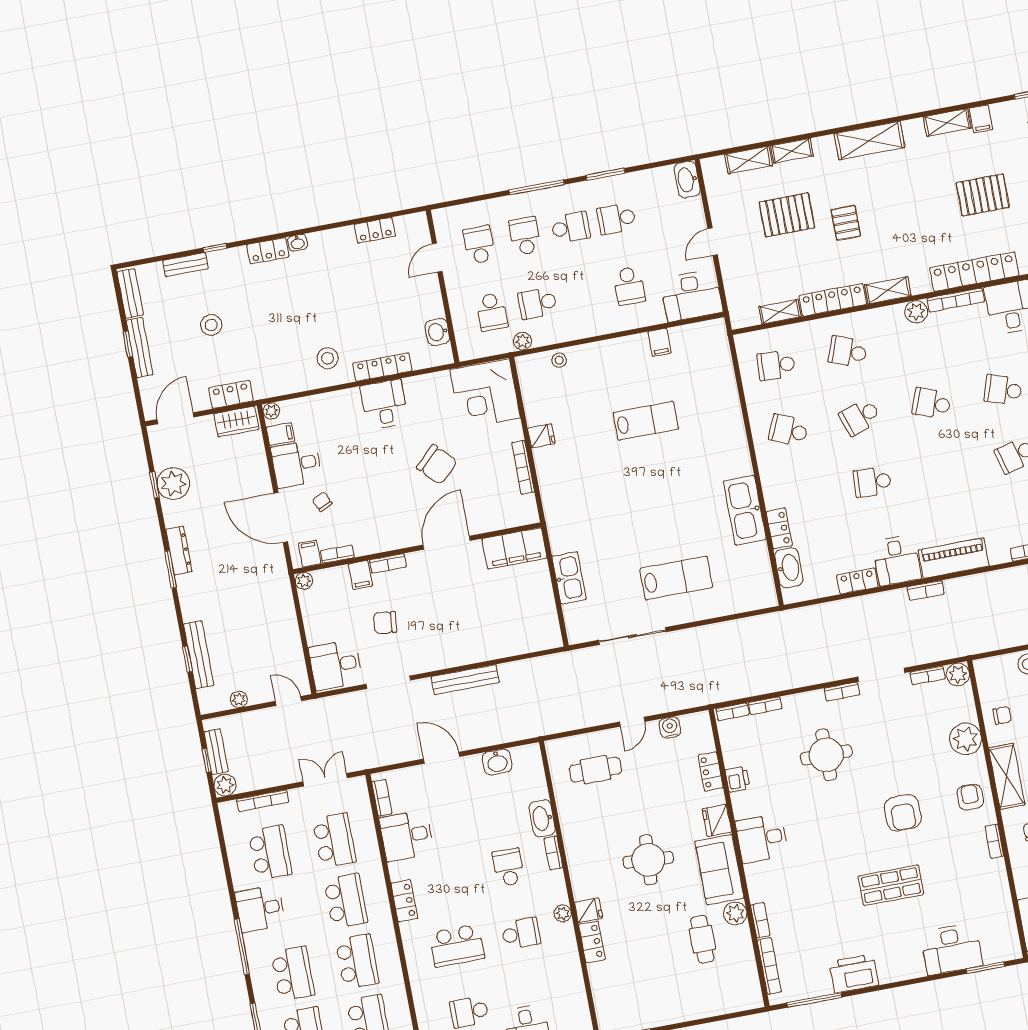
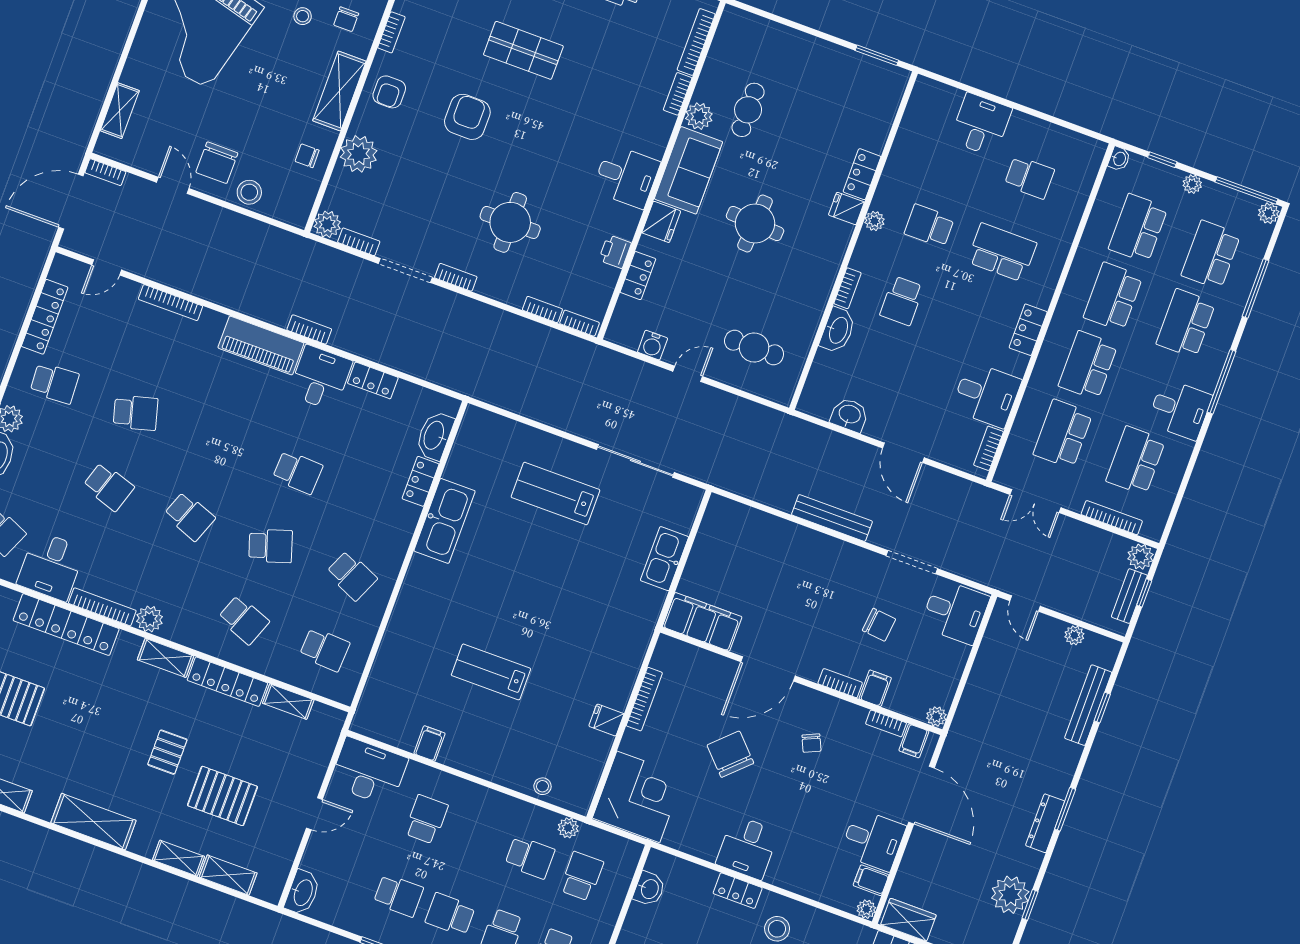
locker: (382, 367) -> (738, 891), width x0.66
chair: (322, 502) -> (811, 743), moved

